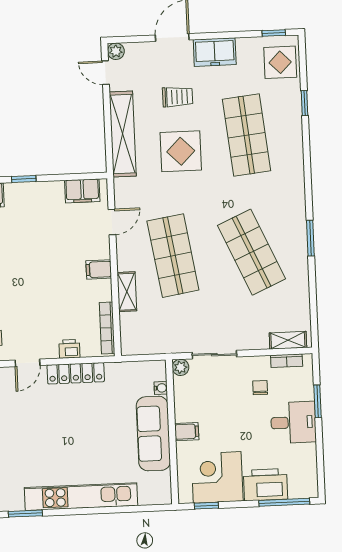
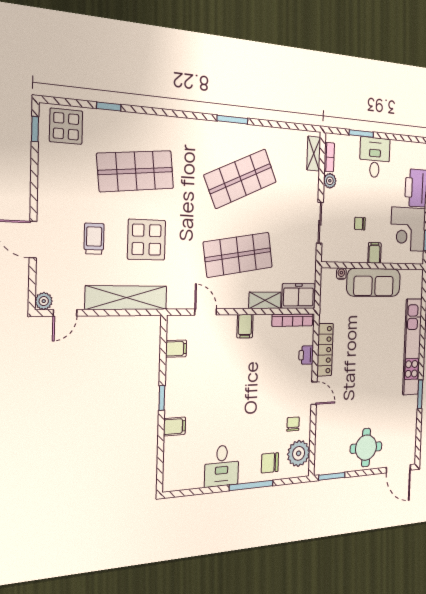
freezer: (215, 52) -> (298, 296), moved, turned -90
filing cabinet: (82, 191) -> (176, 349), width x0.50
plant: (180, 367) -> (330, 181), moved
chair: (260, 388) -> (360, 224), moved

